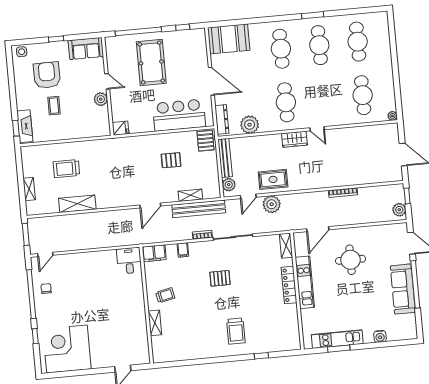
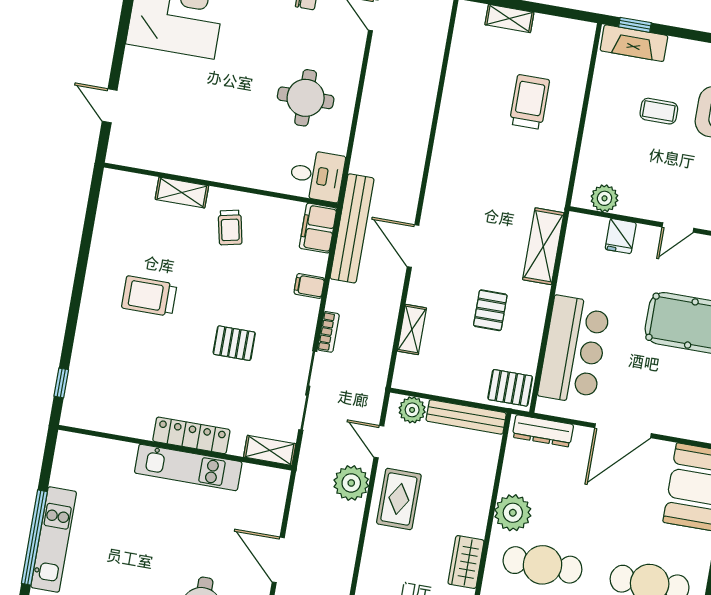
plant: (101, 99) -> (604, 198), moved
plant: (250, 125) -> (513, 513), moved
fridge: (121, 128) -> (621, 236), moved
shelving: (77, 204) -> (543, 246), moved
bench: (199, 209) -> (352, 228), moved
shelving: (286, 246) -> (270, 450), moved
round table: (94, 276) -> (306, 98), added
pallet: (220, 278) -> (234, 343), turned 90
kitchen unit: (305, 282) -> (188, 467), moved
locker: (289, 285) -> (191, 435), moved
wall: (297, 291) -> (175, 448), moved
trolley: (236, 331) -> (149, 296), moved
window: (339, 349) -> (34, 537), width x2.11

